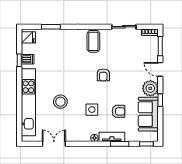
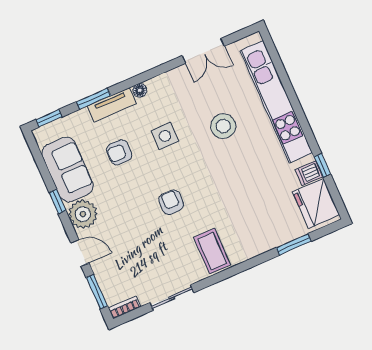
fridge: (28, 37) -> (316, 203), width x1.88, depth x1.34

